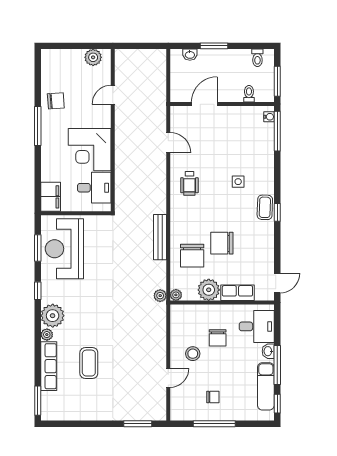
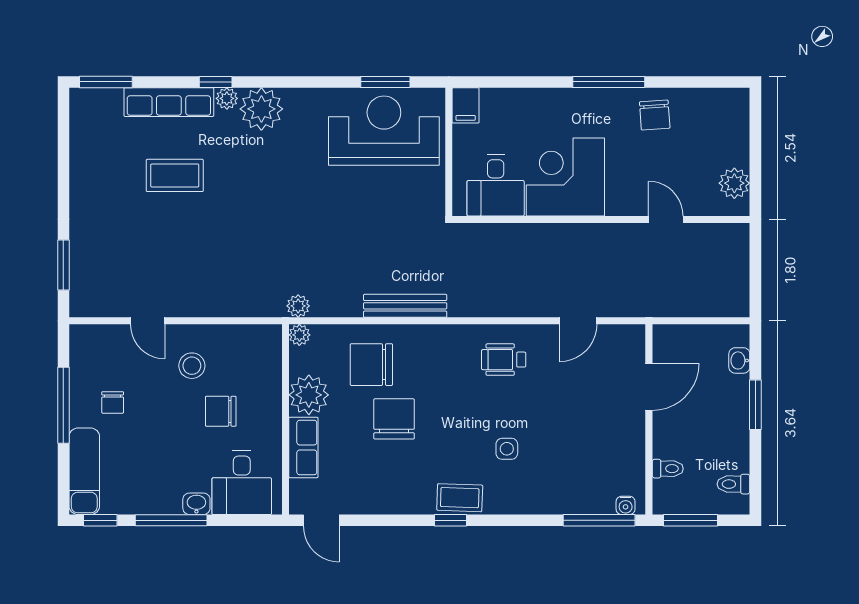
door: (204, 104) -> (649, 387), hinge flipped
filing cabinet: (51, 197) -> (466, 105), width x0.50
window: (38, 291) -> (216, 82), moved
exam couch: (266, 386) -> (84, 471), moved, turned 90

